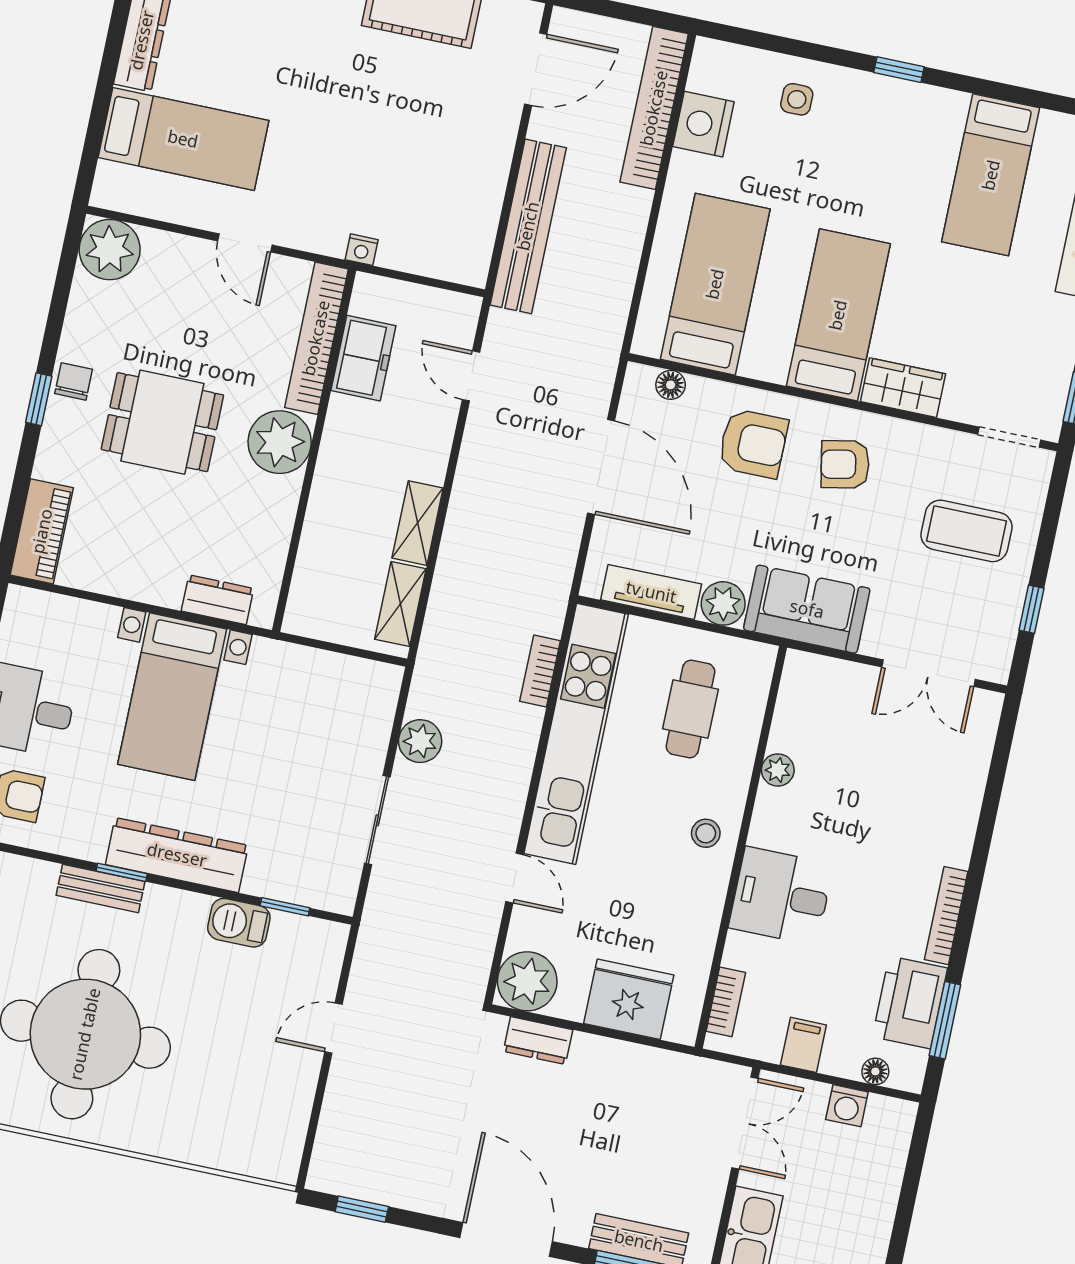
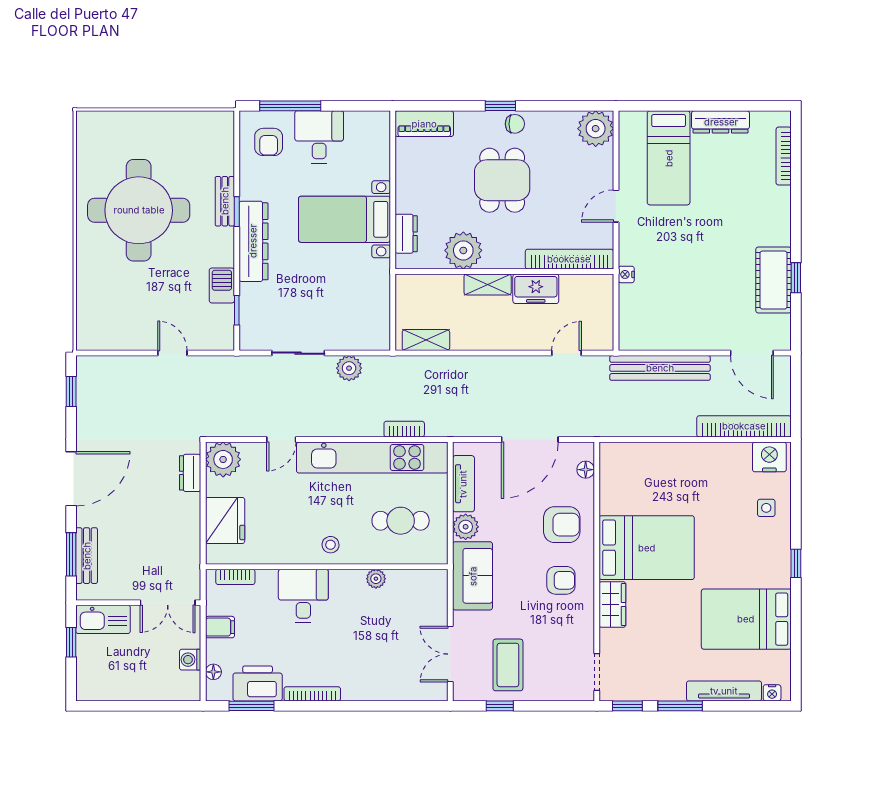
nightstand: (703, 124) -> (769, 457), moved
bed: (991, 175) -> (746, 619), width x1.50
bed: (715, 284) -> (649, 483), removed
bed: (838, 315) -> (647, 548), width x1.50
freezer: (363, 358) -> (536, 289), moved
plant: (280, 442) -> (463, 250), moved
armchair: (753, 444) -> (562, 525), turned -90
armchair: (845, 464) -> (561, 580), turned 101
shelving: (418, 523) -> (488, 284), moved
coffee table: (966, 531) -> (508, 665), moved

